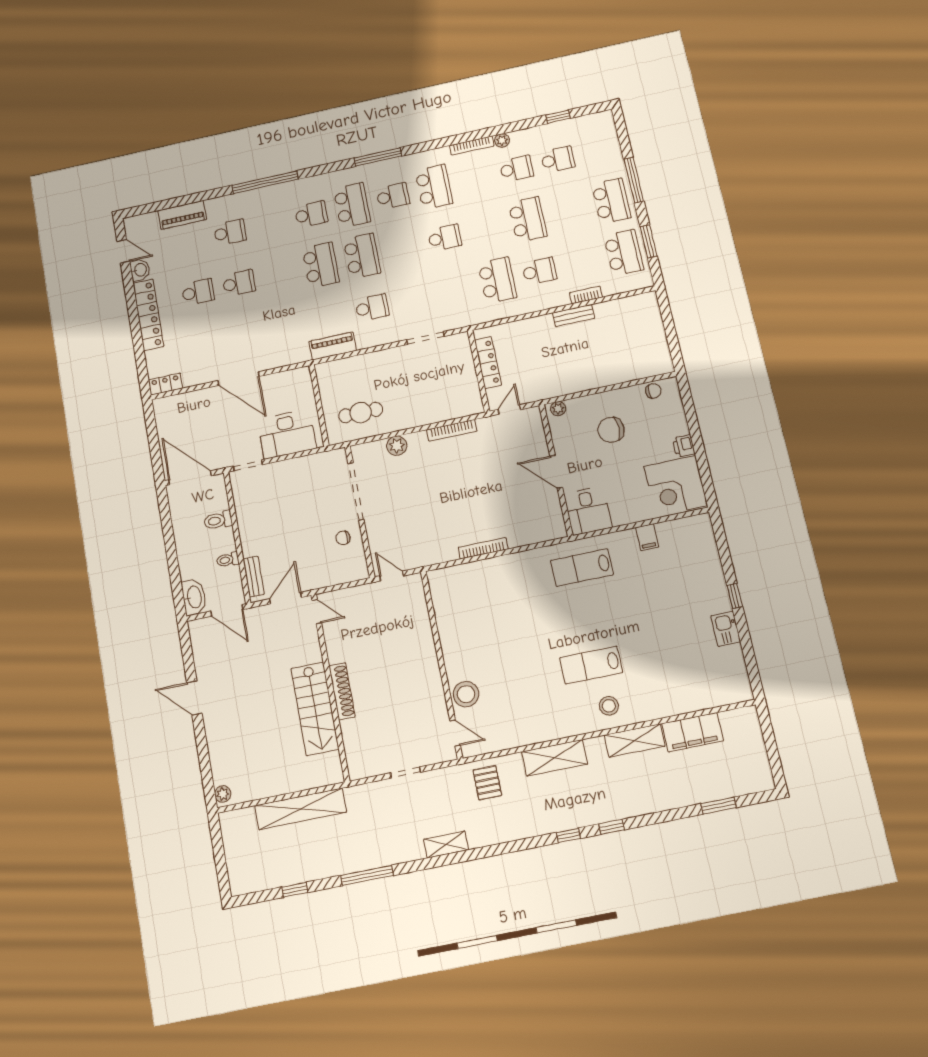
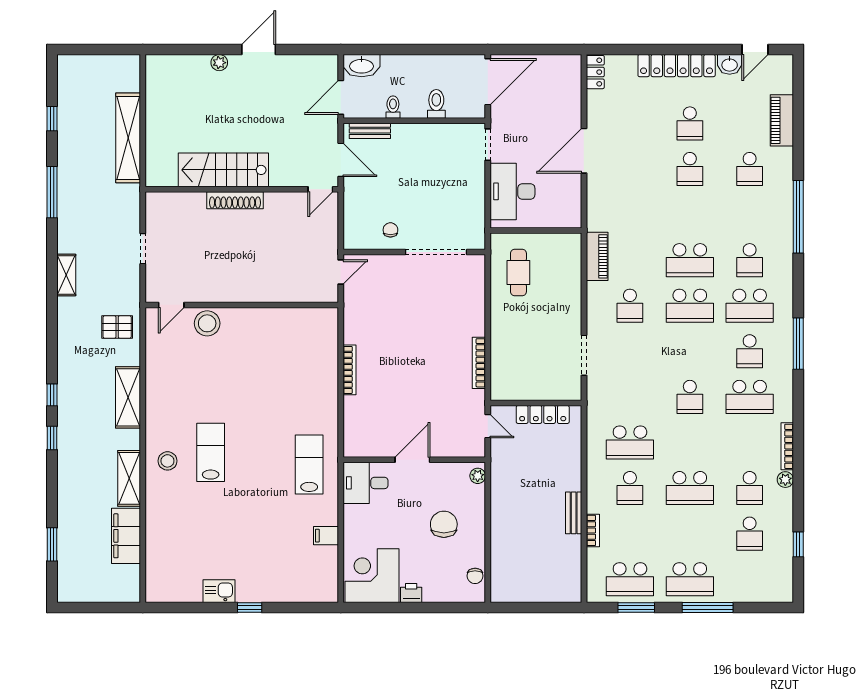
plant: (397, 446) -> (475, 303), removed
plant: (223, 794) -> (219, 63), moved

